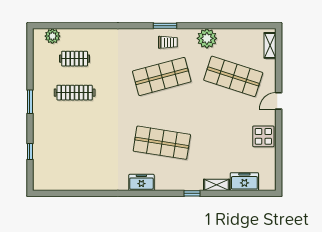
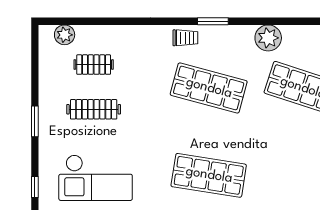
trolley: (168, 42) -> (185, 38), moved
shop shelf: (162, 76) -> (209, 88), turned 30
checkout: (76, 144) -> (96, 178), added

